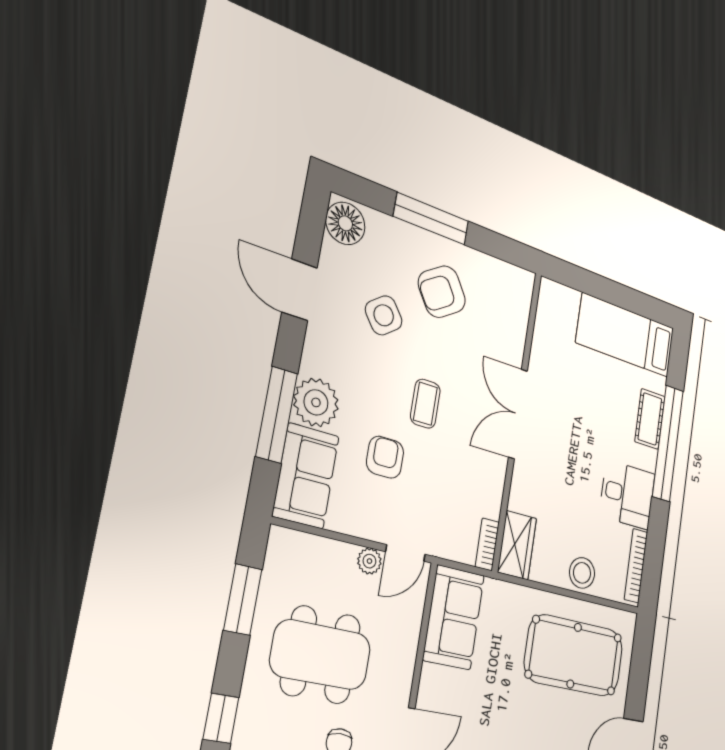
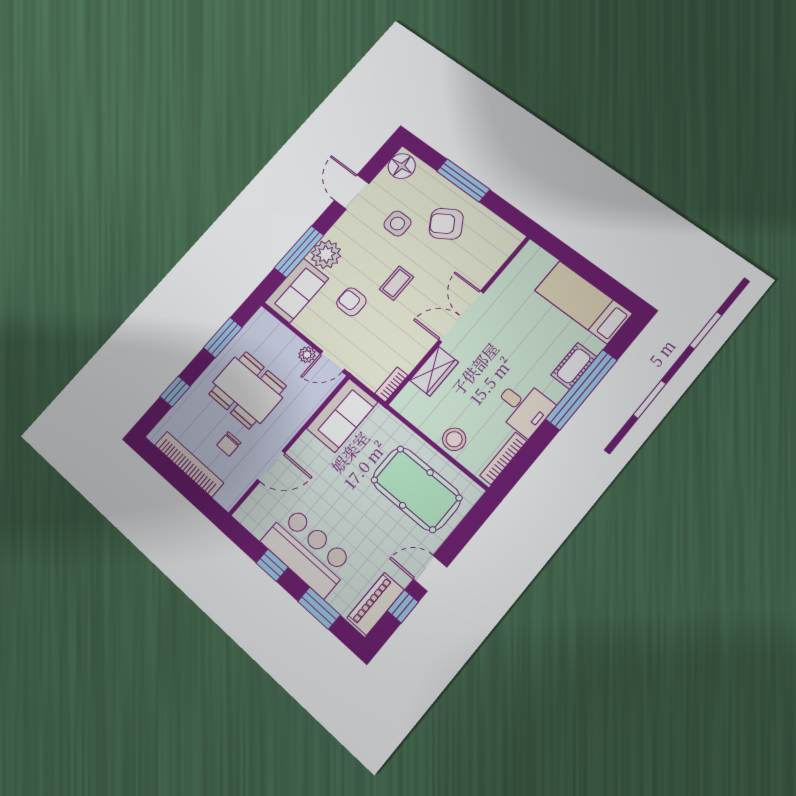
side table: (384, 315) -> (397, 224), turned 37
armchair: (385, 457) -> (351, 302), turned -90
wardrobe: (517, 545) -> (434, 371), moved

